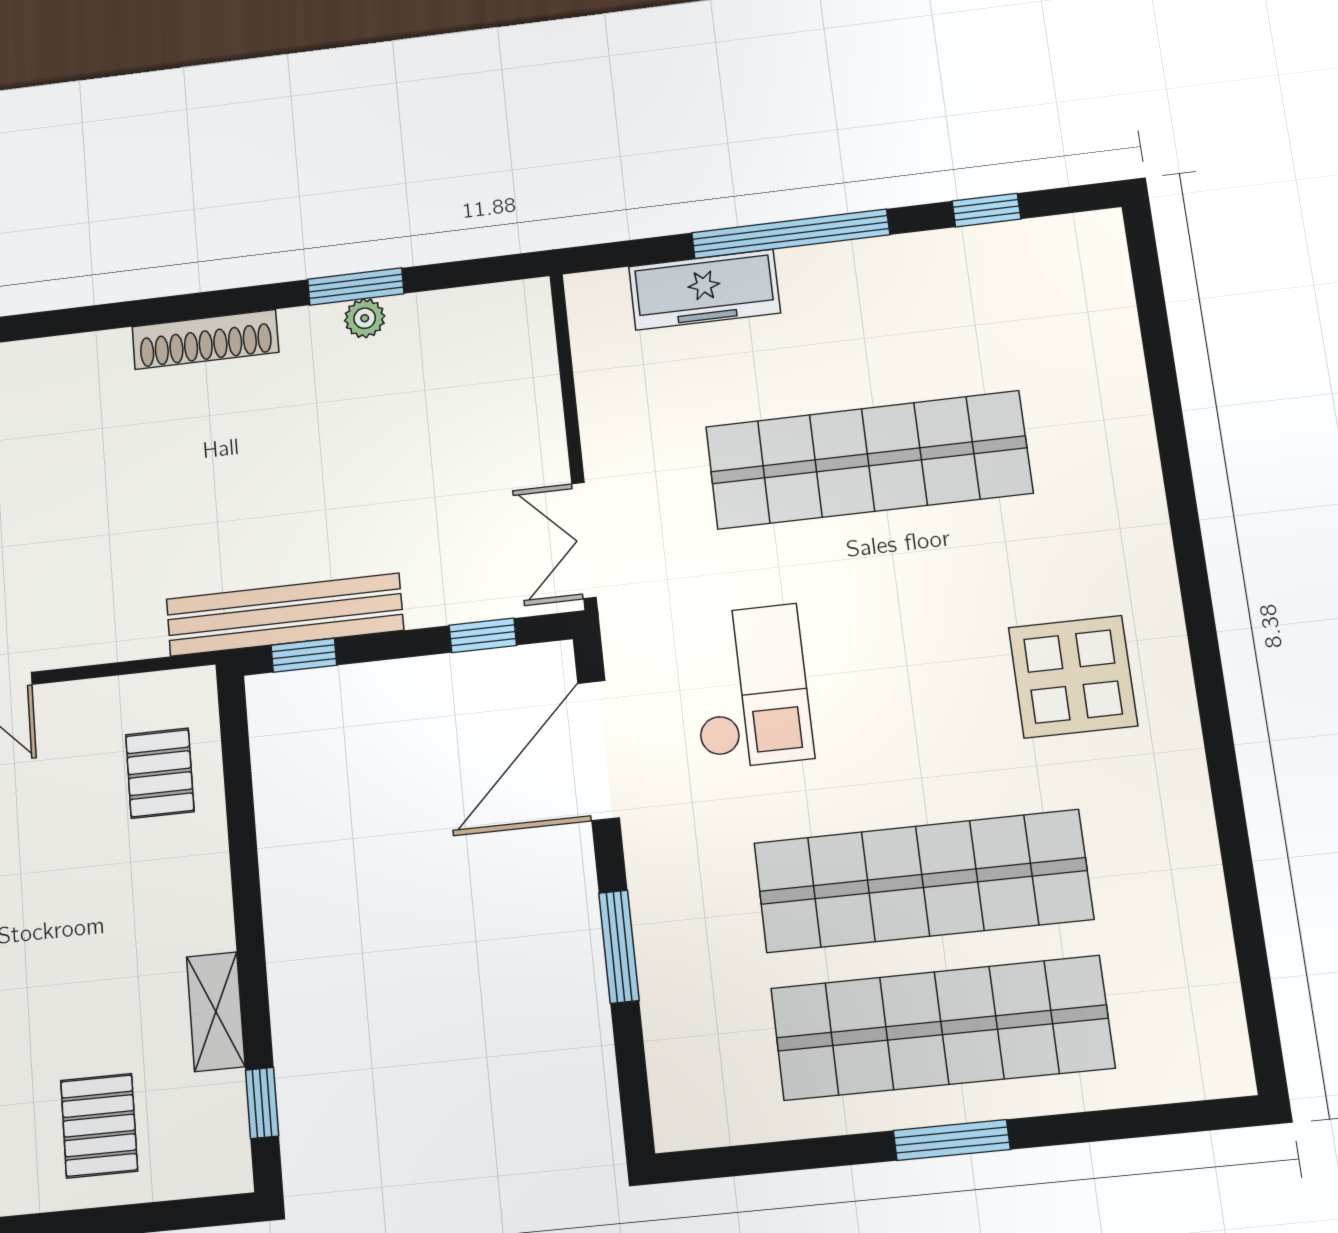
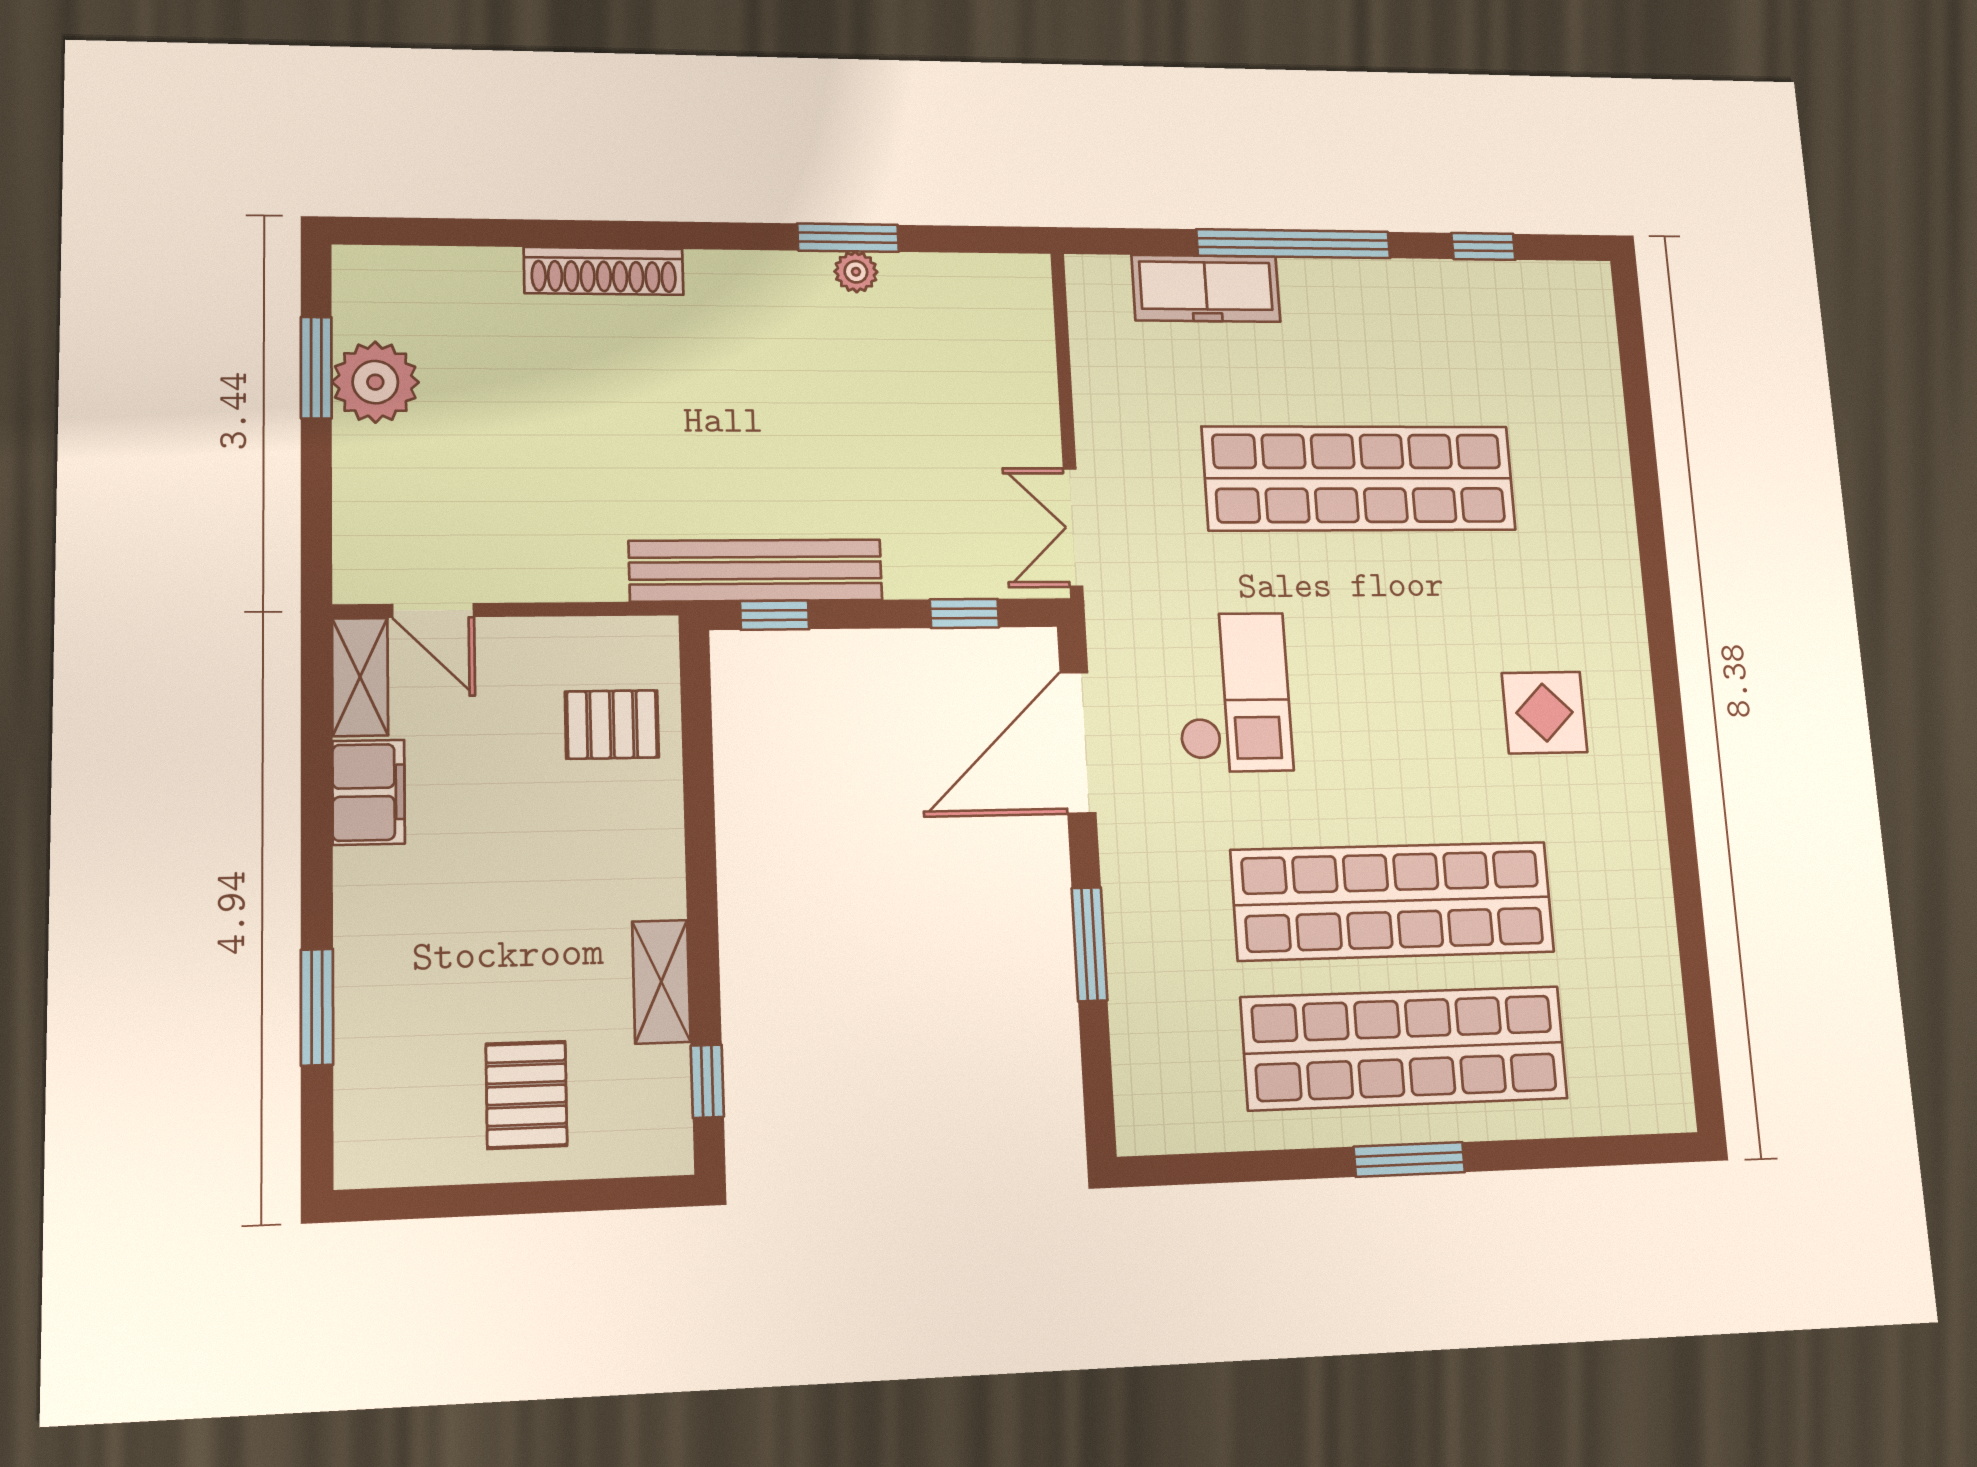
shoe rack: (205, 339) -> (604, 271), moved
display table: (1073, 677) -> (1545, 713), width x0.73, depth x0.73
pallet: (160, 773) -> (612, 724), turned 90

